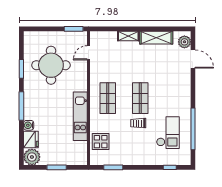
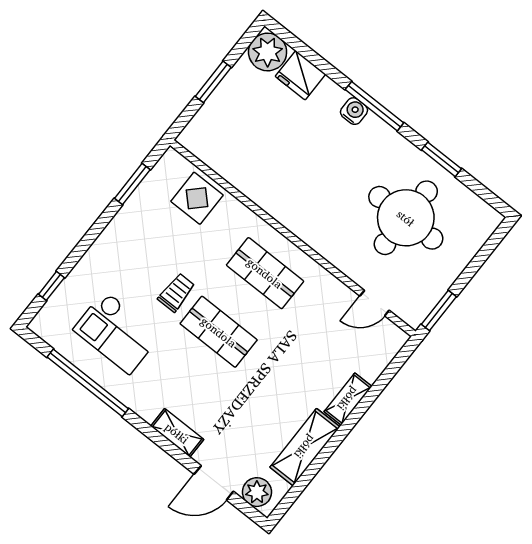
door: (88, 53) -> (375, 303), swing flipped
shelving: (186, 85) -> (177, 433), added
kitchen unit: (80, 116) -> (272, 198), removed
water cooler: (29, 125) -> (354, 111), moved

